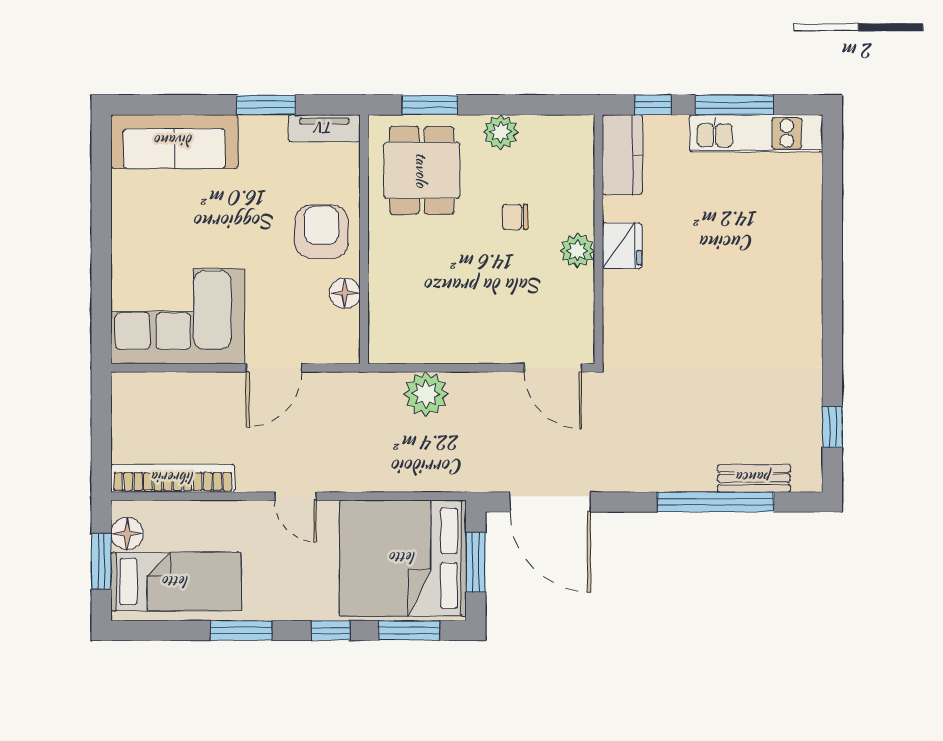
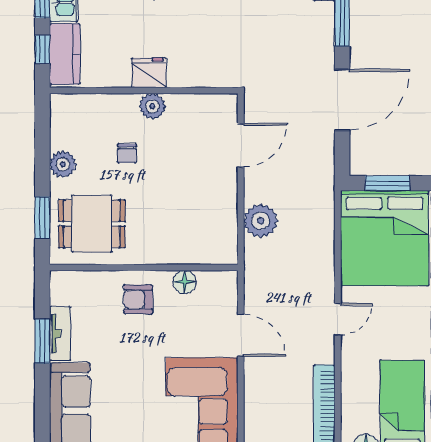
tv unit: (324, 128) -> (60, 334), moved
kitchen counter: (622, 155) -> (65, 54), moved, turned 90
armchair: (322, 232) -> (138, 299), width x0.72, depth x0.72
door: (553, 368) -> (241, 145), moved
door: (550, 502) -> (342, 100), moved

